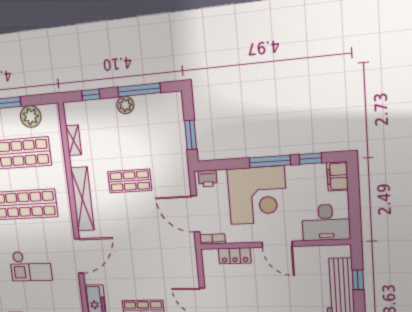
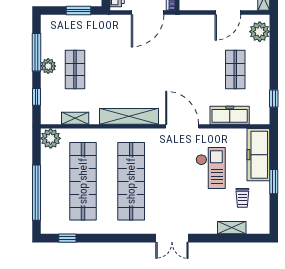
plant: (31, 116) -> (51, 138), moved
shop shelf: (130, 181) -> (75, 69), moved
checkout: (31, 266) -> (211, 168), moved

